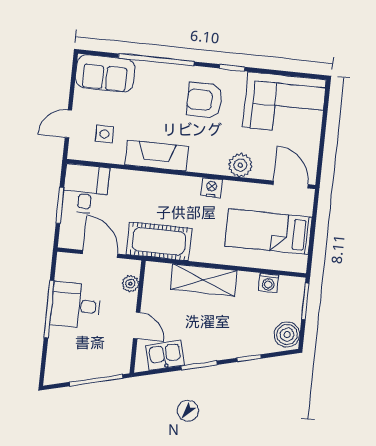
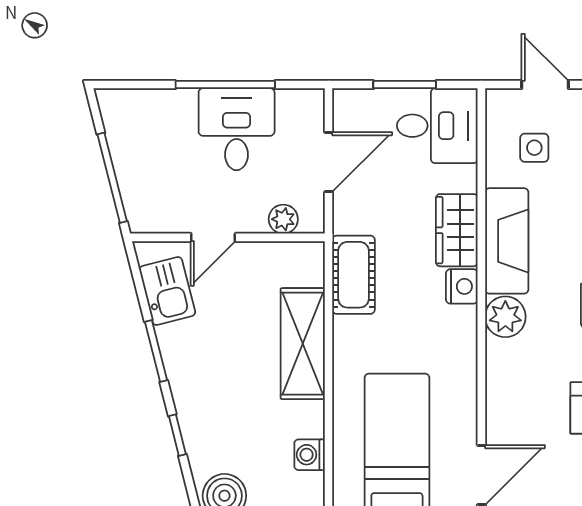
plant: (240, 165) -> (505, 317), moved
wardrobe: (147, 184) -> (457, 230), added
nightstand: (211, 188) -> (462, 286), moved
cot: (159, 241) -> (353, 275), width x0.73, depth x0.75

